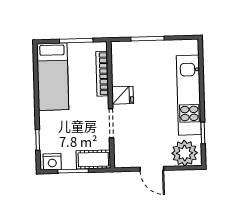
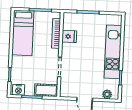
fridge: (123, 95) -> (69, 36), moved
plant: (185, 153) -> (107, 94), width x0.53, depth x0.53

